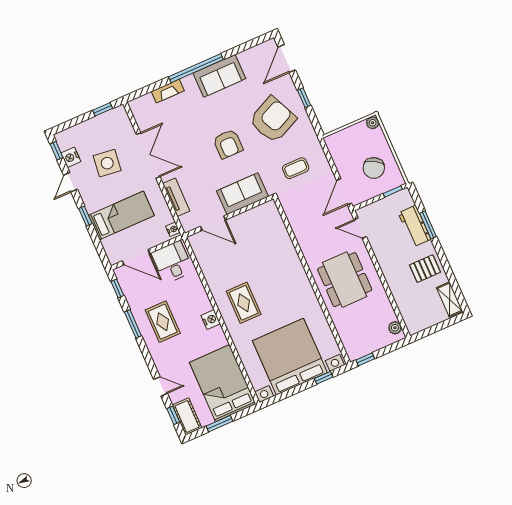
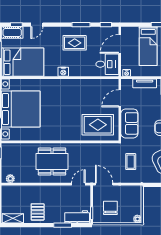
chair: (374, 168) -> (110, 208), turned 59
workbench: (415, 226) -> (77, 217), moved
rug: (244, 303) -> (98, 125), moved, width x1.36, depth x1.43

